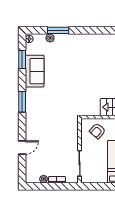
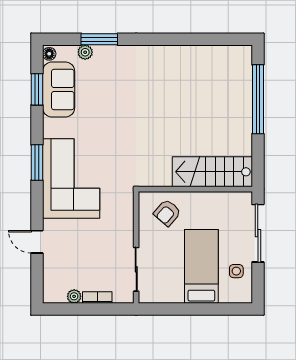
sofa: (35, 71) -> (59, 89), moved
corner sofa: (42, 111) -> (71, 178), added
door: (22, 148) -> (37, 242), swing flipped

